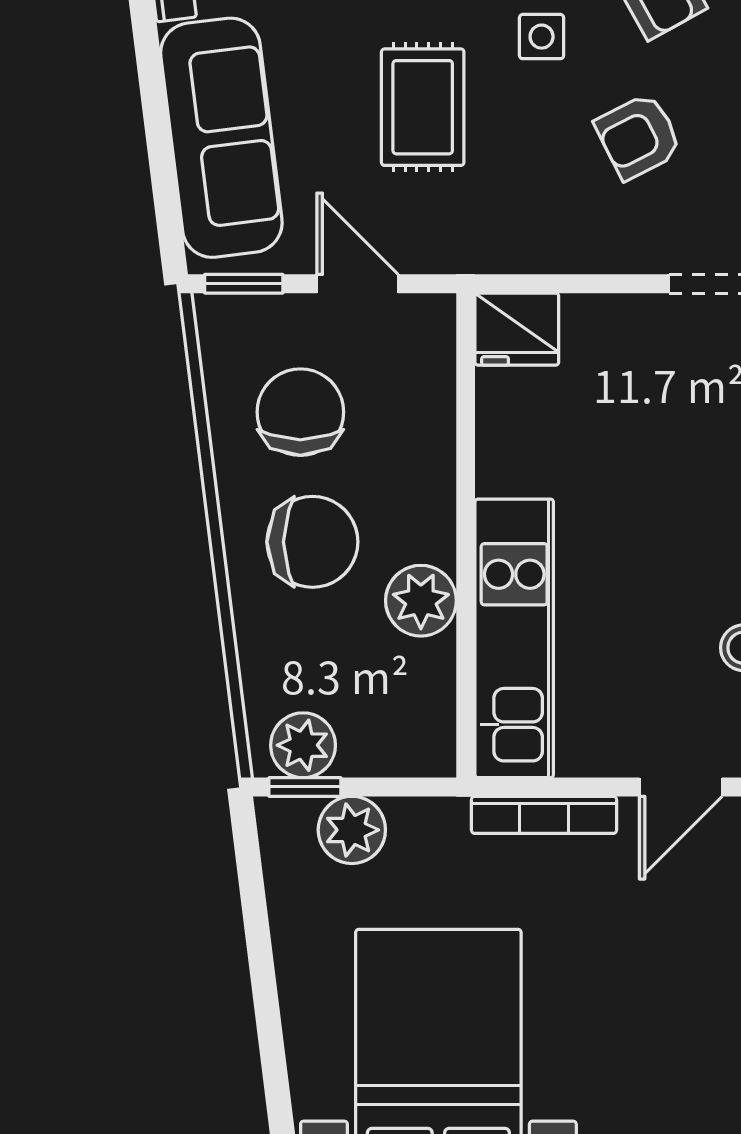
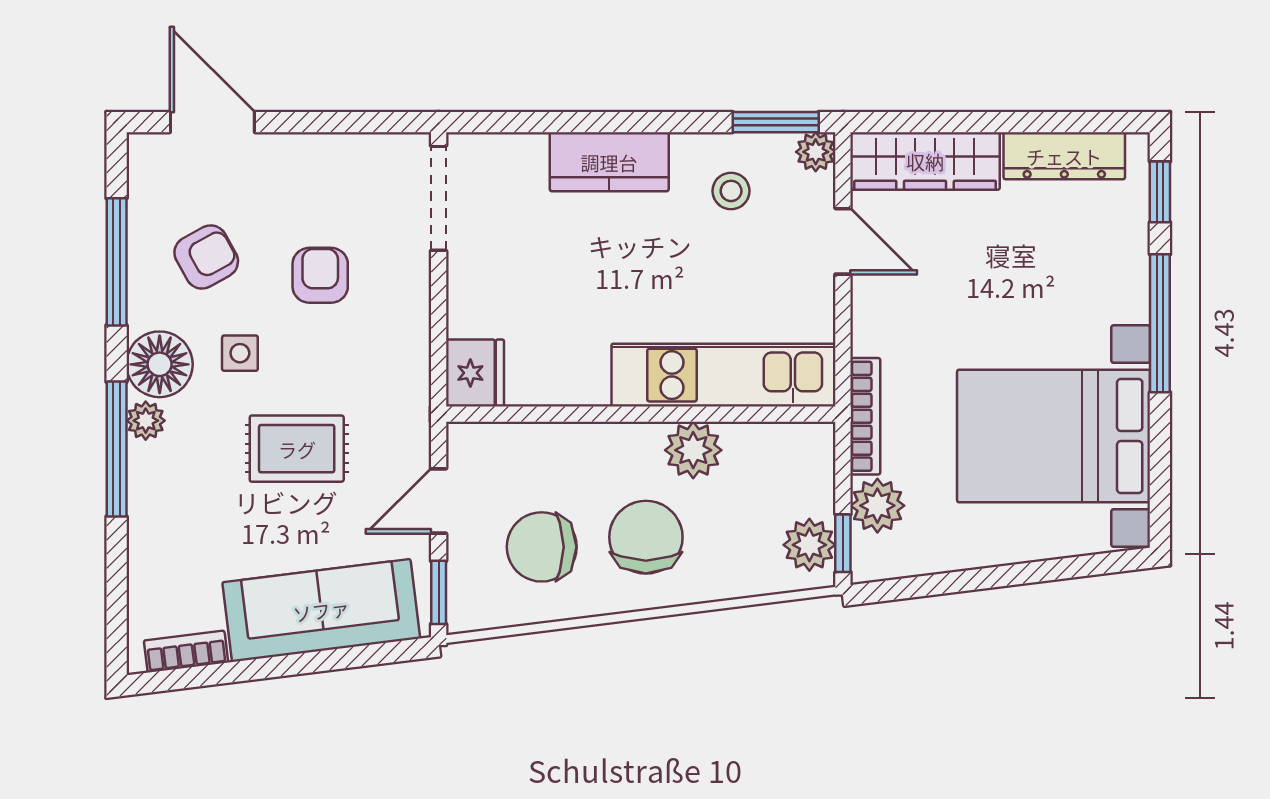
armchair: (638, 136) -> (320, 275), turned -153
bookcase: (544, 815) -> (865, 416), moved

